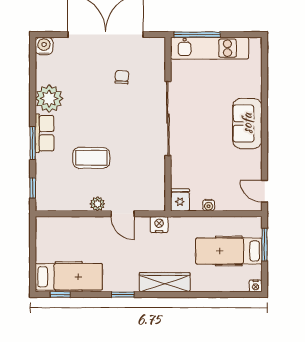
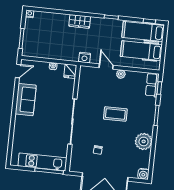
sofa: (247, 123) -> (26, 100), moved
row of seats: (45, 133) -> (152, 85), moved
coffee table: (91, 158) -> (115, 114), moved
door: (265, 191) -> (18, 71), hinge flipped
hospital bed: (229, 251) -> (141, 51), moved, turned 180
wardrobe: (165, 282) -> (80, 21), width x0.67

